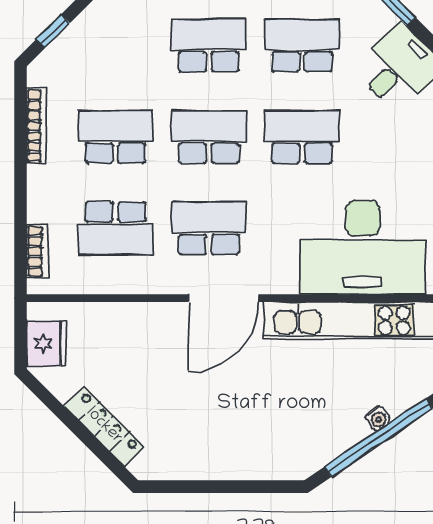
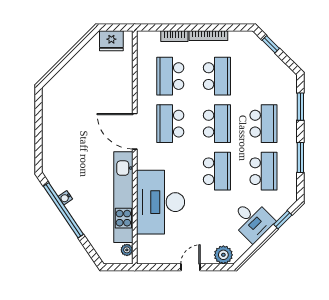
bookcase: (36, 126) -> (208, 36), moved
school desk: (209, 228) -> (170, 124), turned 180
bookcase: (37, 251) -> (174, 36), moved
water cooler: (378, 418) -> (65, 198), moved
locker: (104, 426) -> (69, 70), removed

